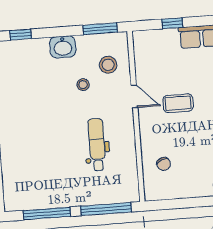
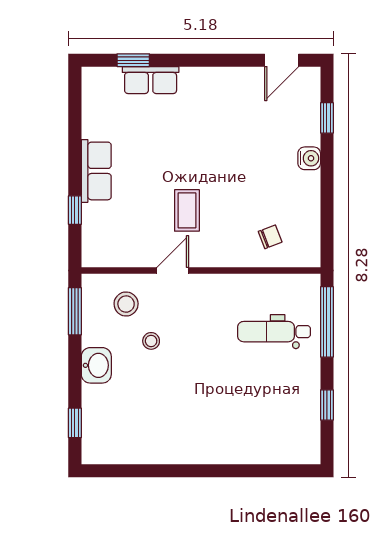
dental chair: (97, 145) -> (274, 332), moved
window: (47, 213) -> (327, 405), width x0.46

